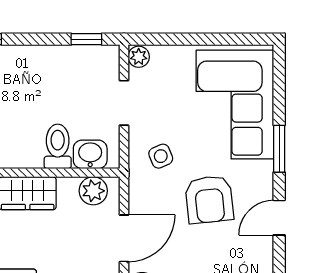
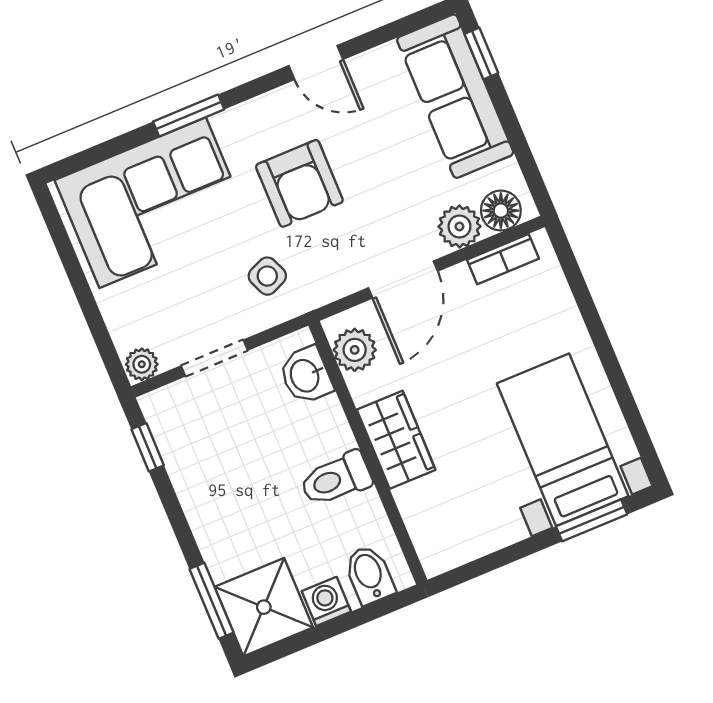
toilet: (58, 146) -> (336, 479), moved
armchair: (209, 199) -> (299, 183), turned 96
door: (279, 218) -> (316, 63), moved
door: (124, 238) -> (403, 280), swing flipped

